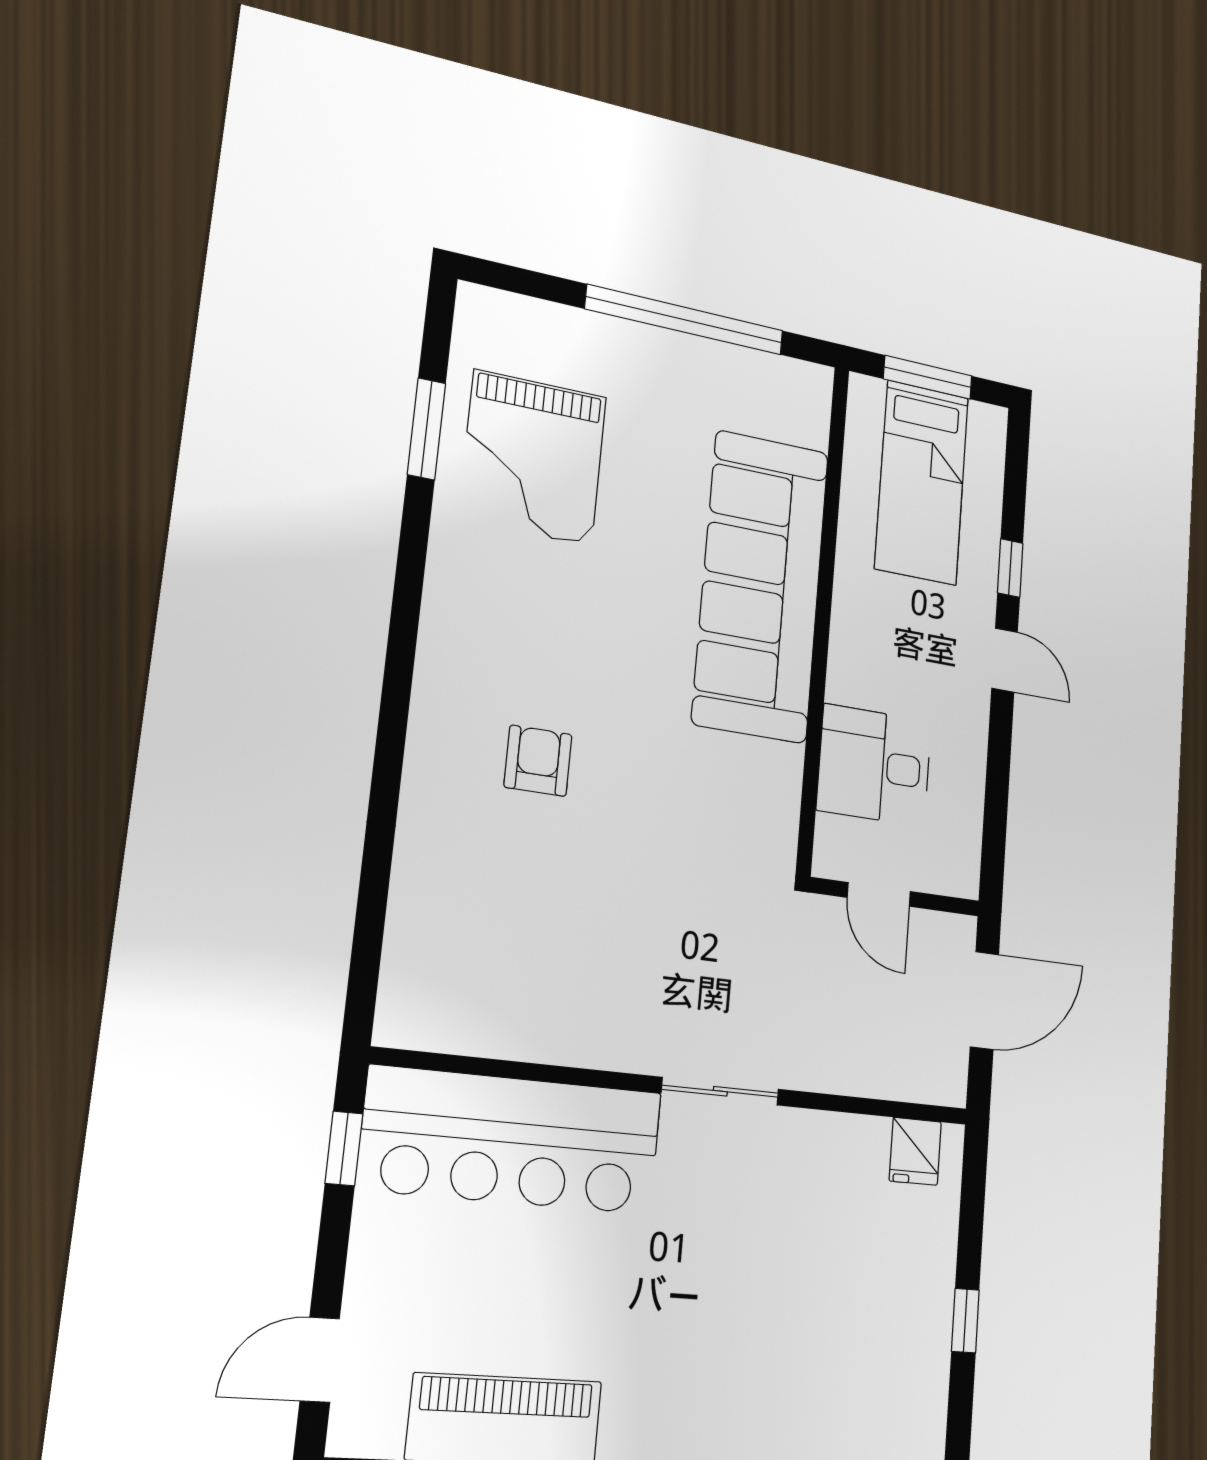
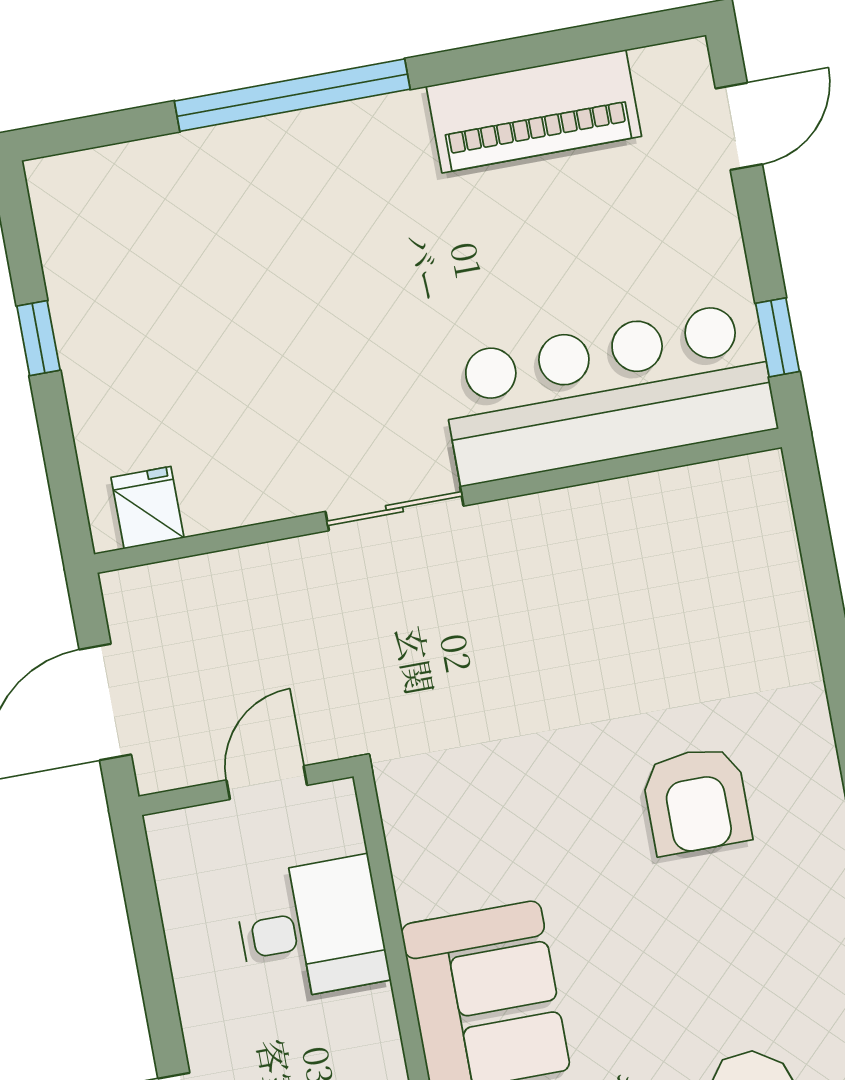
armchair: (538, 761) -> (696, 800), width x1.38, depth x1.38
door: (879, 894) -> (267, 783), hinge flipped

